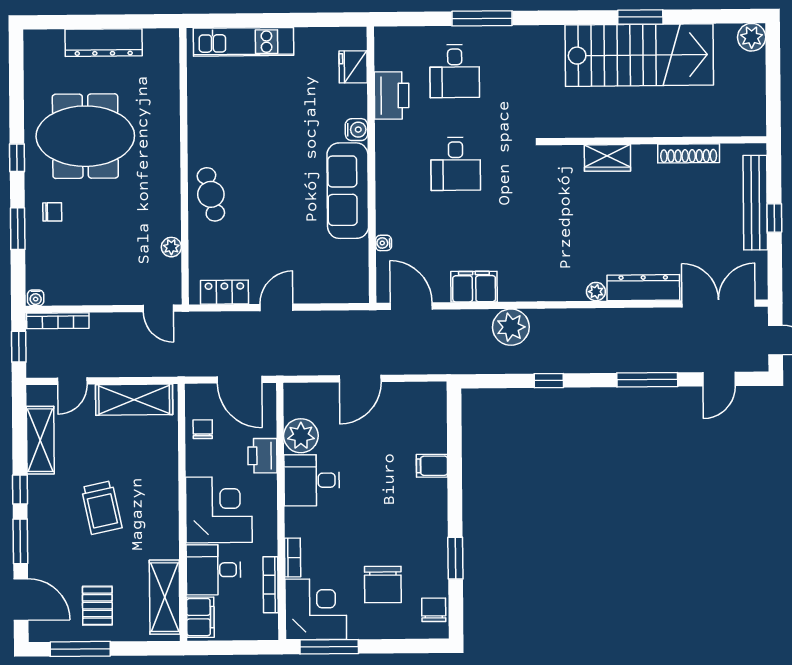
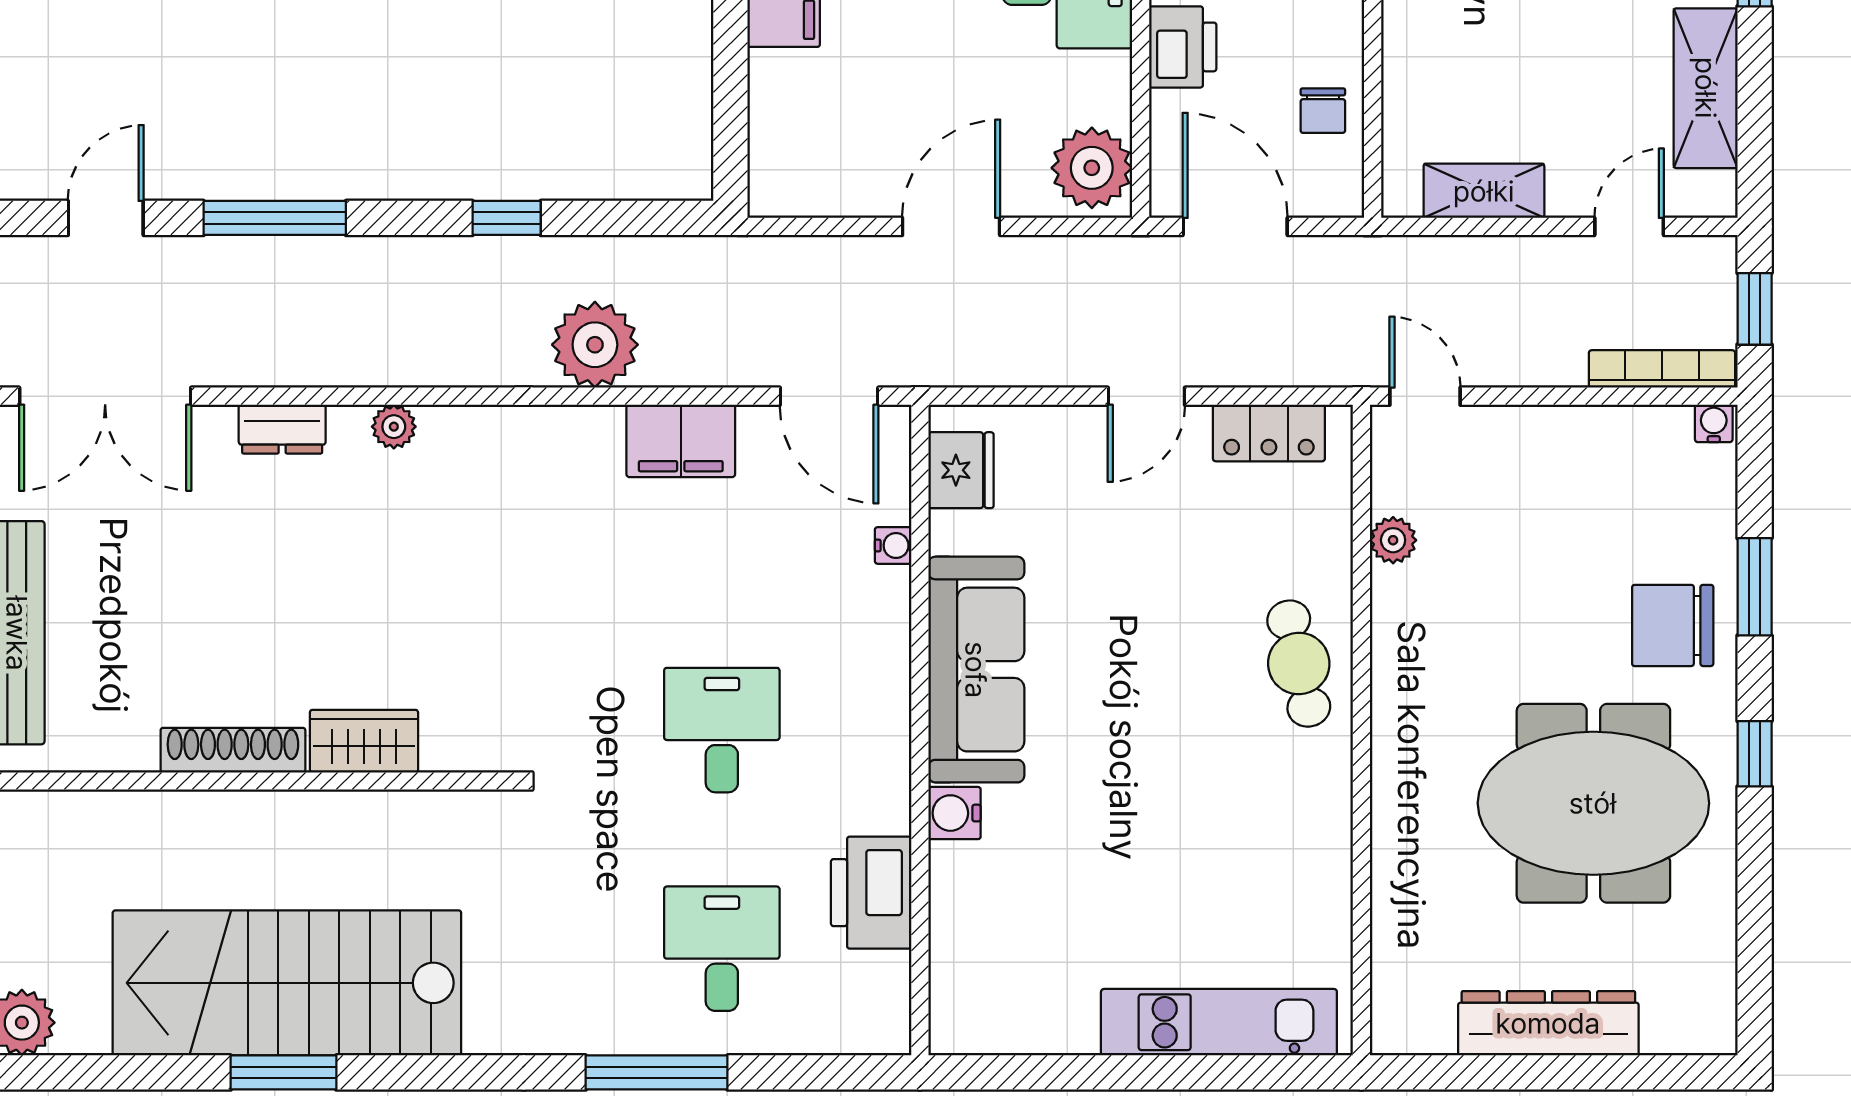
fridge: (353, 67) -> (961, 470), moved
shoe rack: (689, 153) -> (233, 750), moved
chair: (52, 212) -> (1673, 625), width x1.87, depth x1.87
dresser: (643, 288) -> (282, 429), width x0.51, depth x0.80
shelving: (134, 400) -> (1484, 191), width x0.67, depth x0.75
plant: (301, 436) -> (1092, 168), moved

